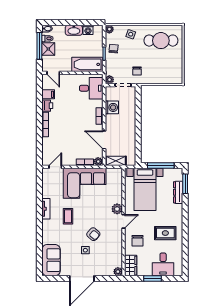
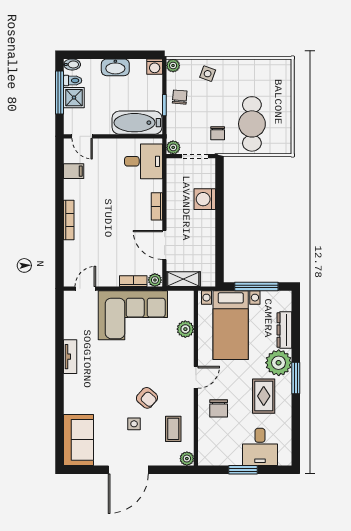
washing machine: (88, 30) -> (155, 67), moved
cafe table: (161, 41) -> (252, 124), moved, turned 90
printer: (47, 106) -> (72, 189), removed
washing machine: (112, 107) -> (205, 199), moved, turned 180
window: (185, 184) -> (296, 378), moved
plant: (117, 209) -> (185, 329), moved
plant: (174, 213) -> (279, 363), added
coffee table: (68, 216) -> (173, 429), moved
rug: (165, 233) -> (264, 396), turned 90
wardrobe: (131, 266) -> (208, 449), removed

